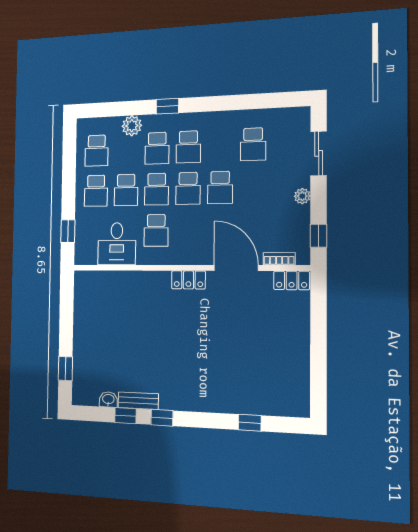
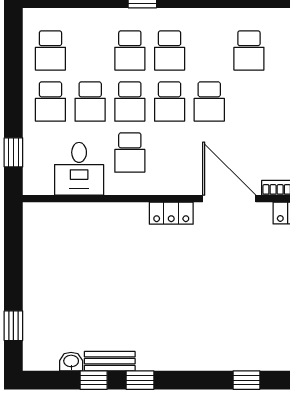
plant: (132, 126) -> (97, 21), removed

